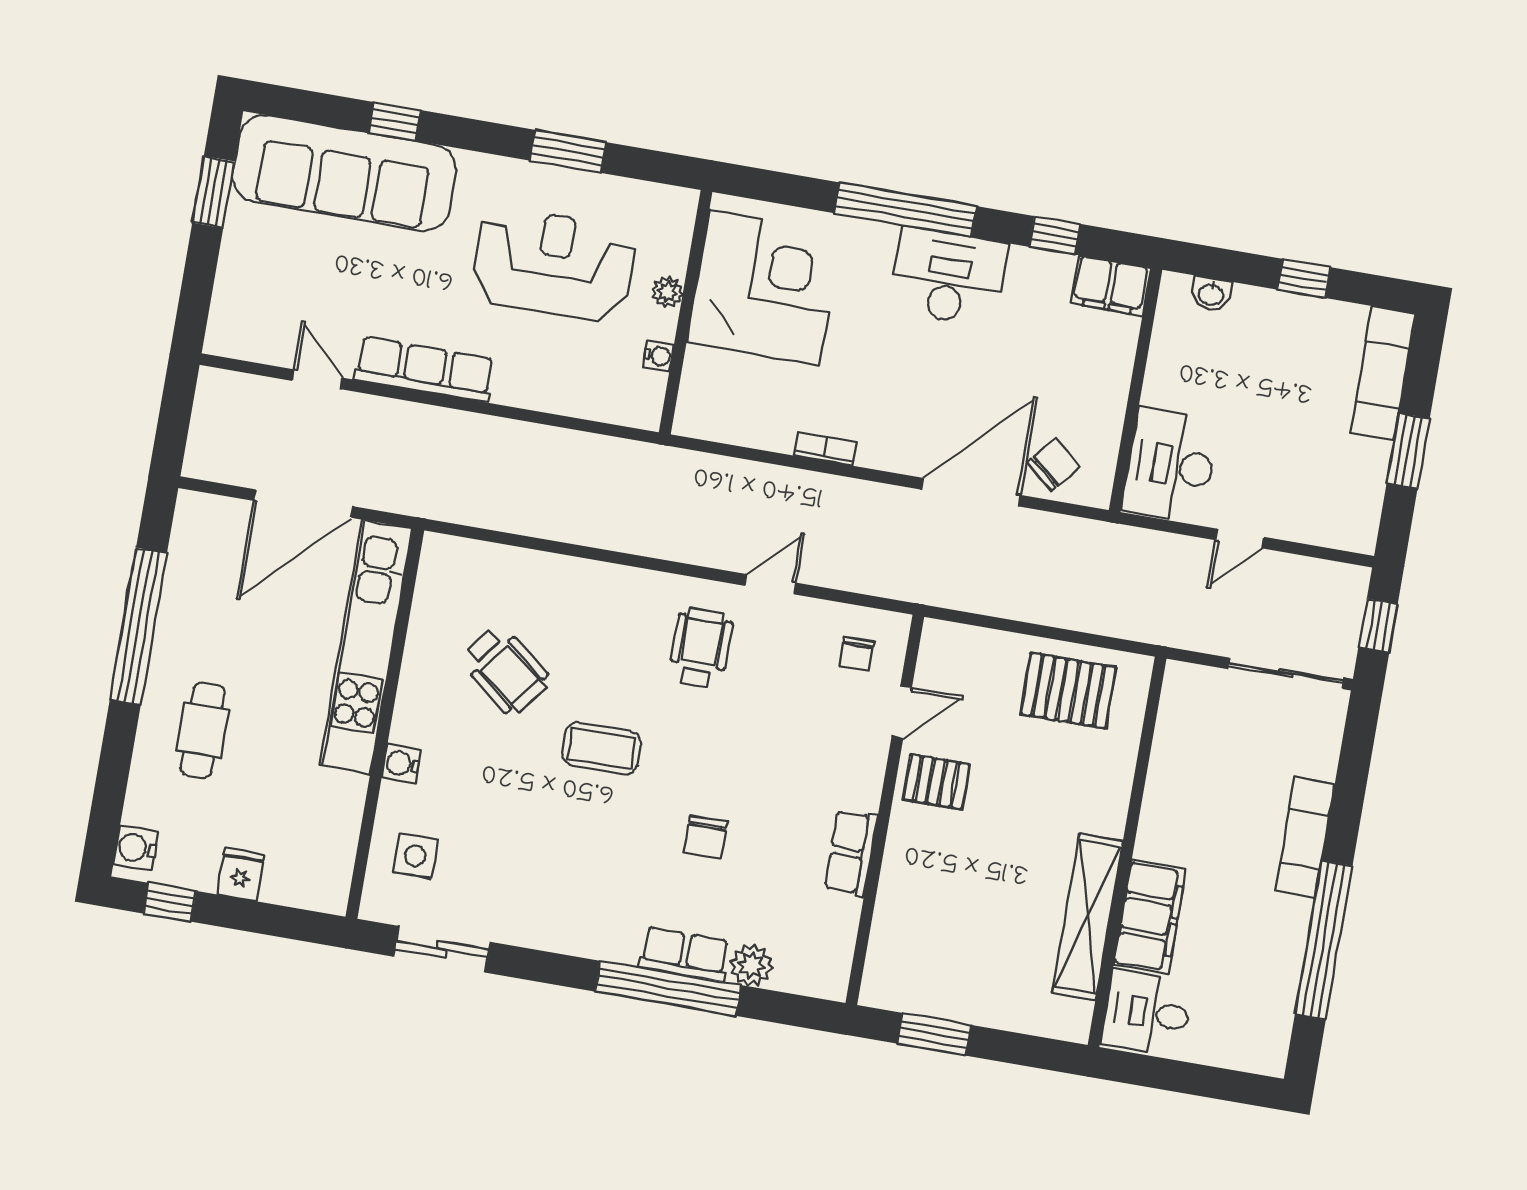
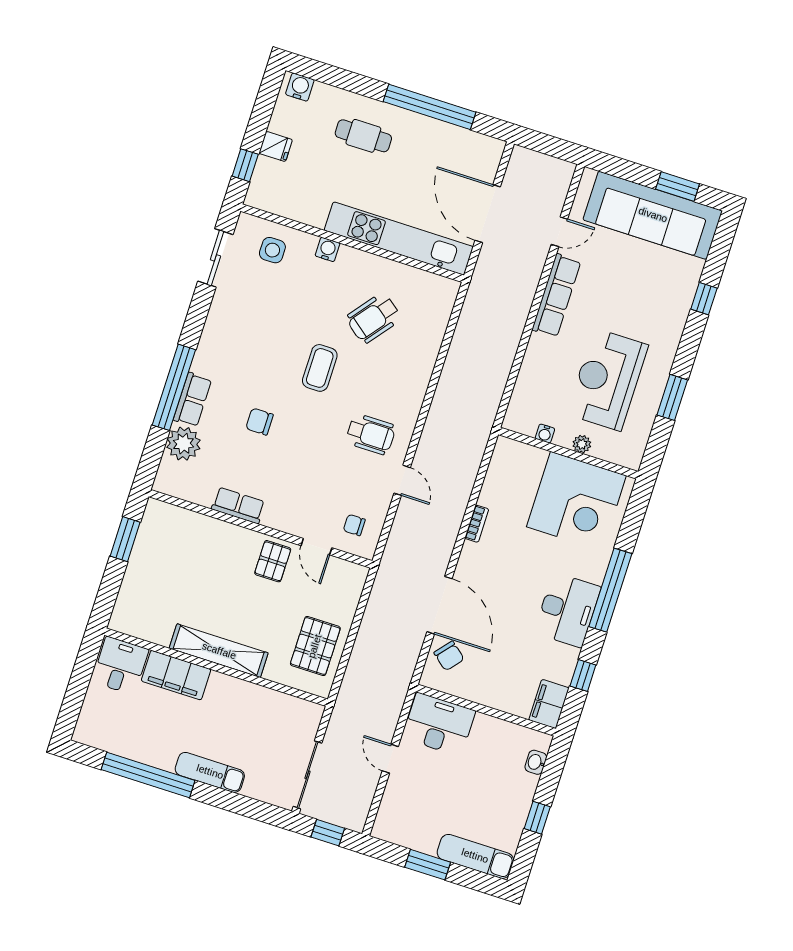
sofa: (344, 173) -> (653, 215), moved, turned -90
reception desk: (553, 264) -> (607, 380), turned 180
window: (170, 902) -> (245, 165), moved
shelving: (1087, 917) -> (219, 651), moved
plant: (752, 965) -> (183, 444), width x1.36, depth x1.36

